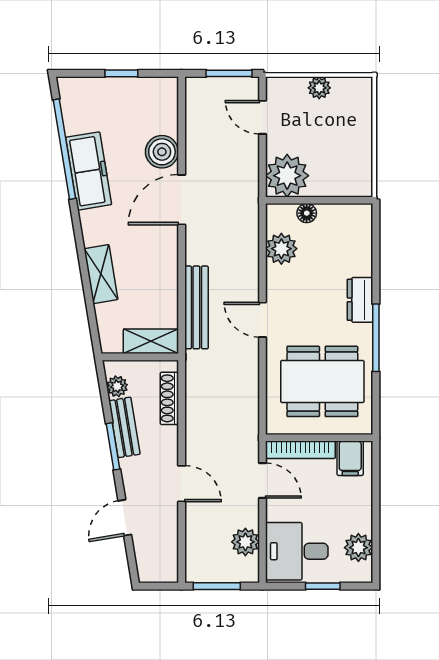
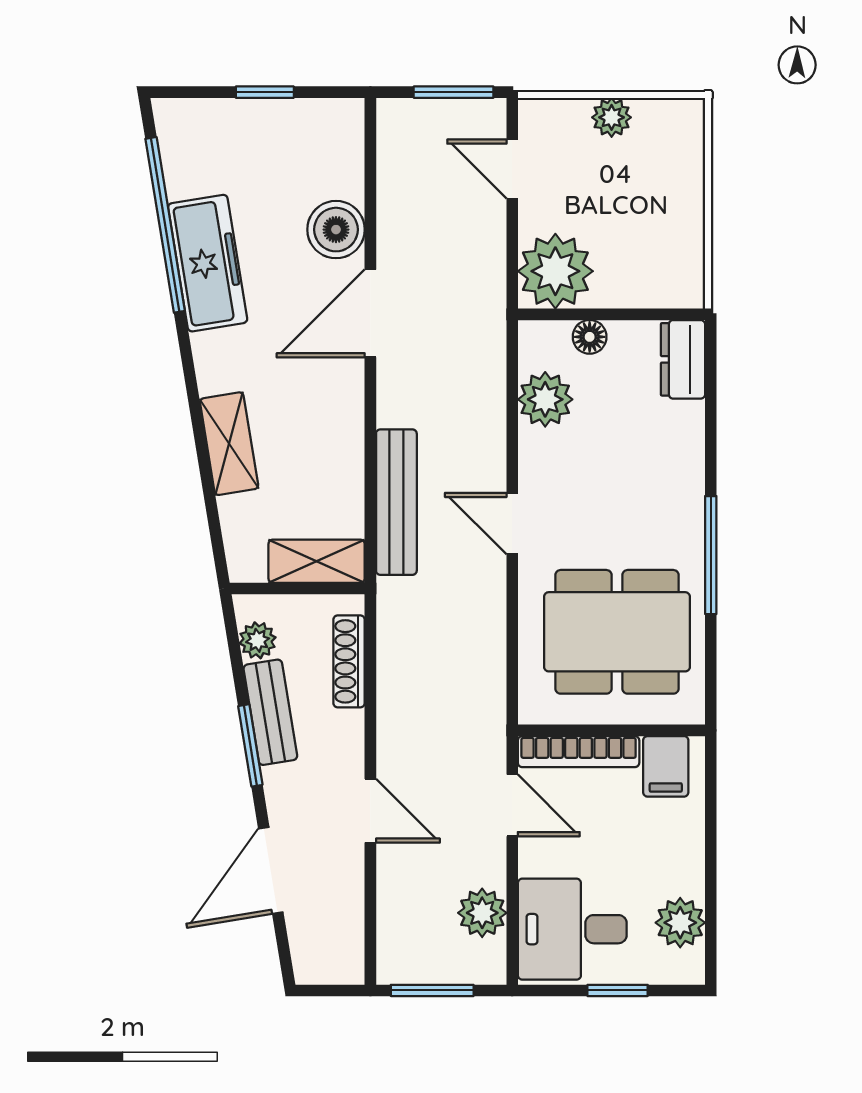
dresser: (360, 300) -> (683, 359), moved
door: (125, 518) -> (271, 870), width x1.38

